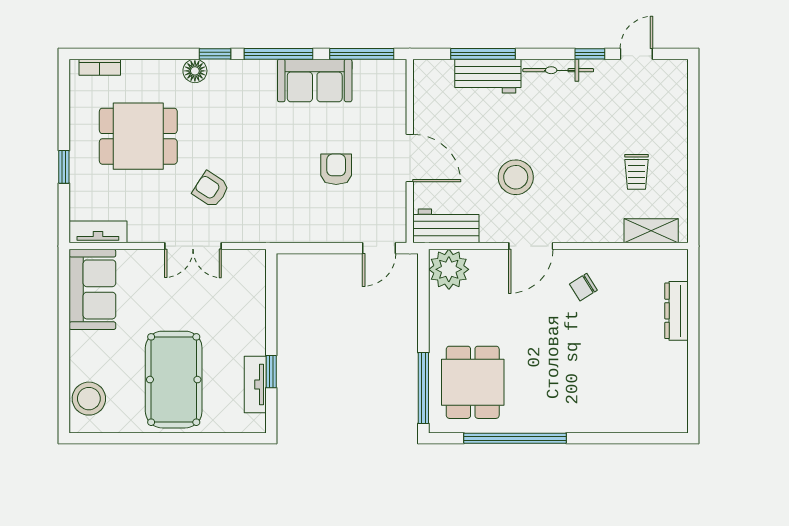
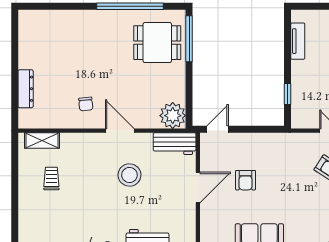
door: (410, 158) -> (198, 187), swing flipped
door: (531, 246) -> (120, 131), hinge flipped
chair: (583, 287) -> (86, 104), turned 116
window: (271, 372) -> (287, 94), moved
dining table: (473, 382) -> (157, 43), turned 90

